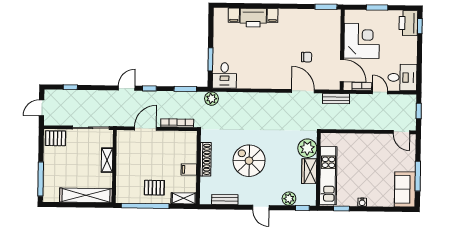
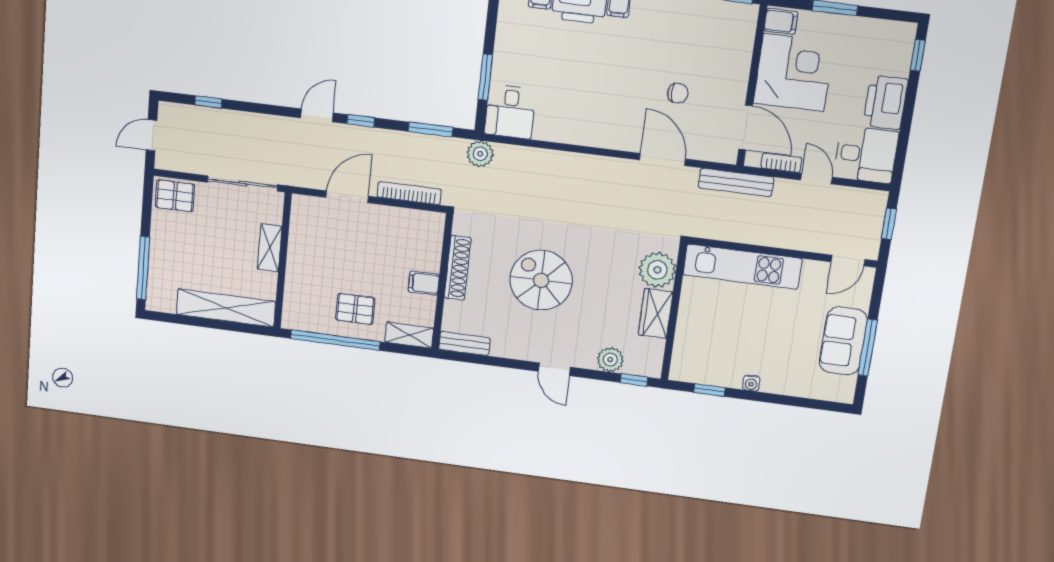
filing cabinet: (352, 17) -> (781, 21), added
printer: (408, 23) -> (885, 102), moved
bench: (336, 99) -> (736, 182), width x1.36
door: (401, 132) -> (848, 261), hinge flipped
kitchen unit: (328, 176) -> (742, 267), moved, turned 90
sofa: (405, 189) -> (843, 341), moved
bench: (225, 199) -> (464, 344), moved

